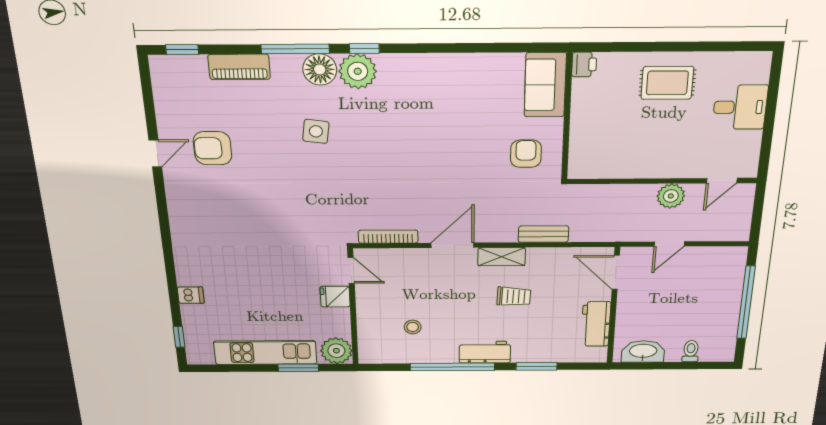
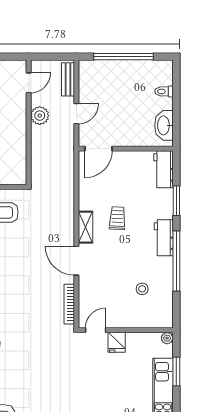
door: (722, 181) -> (29, 83), hinge flipped
bench: (543, 234) -> (68, 79), moved
door: (669, 244) -> (76, 114), hinge flipped
workbench: (596, 324) -> (164, 169), moved, turned 90
plant: (336, 351) -> (167, 338), width x0.53, depth x0.53

